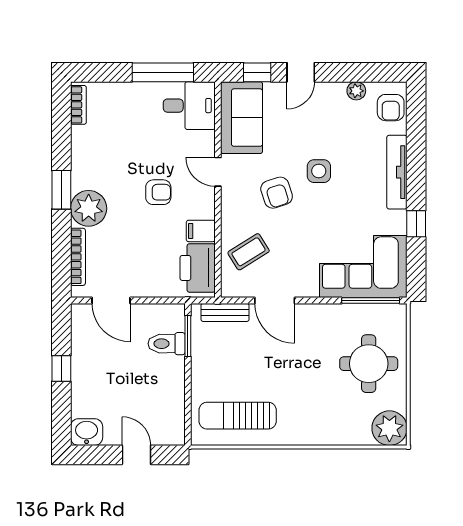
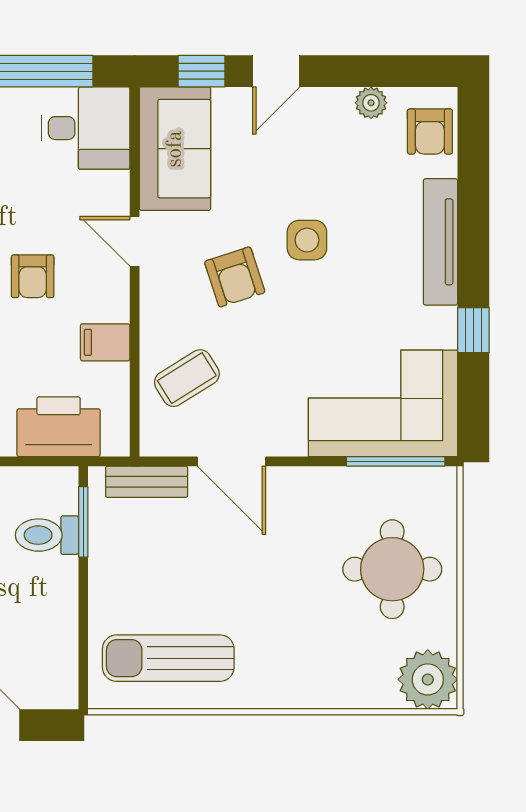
armchair: (158, 192) -> (33, 276), turned 90
printer: (198, 268) -> (59, 427), moved, turned 90

